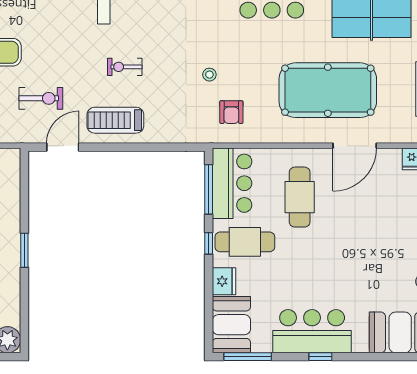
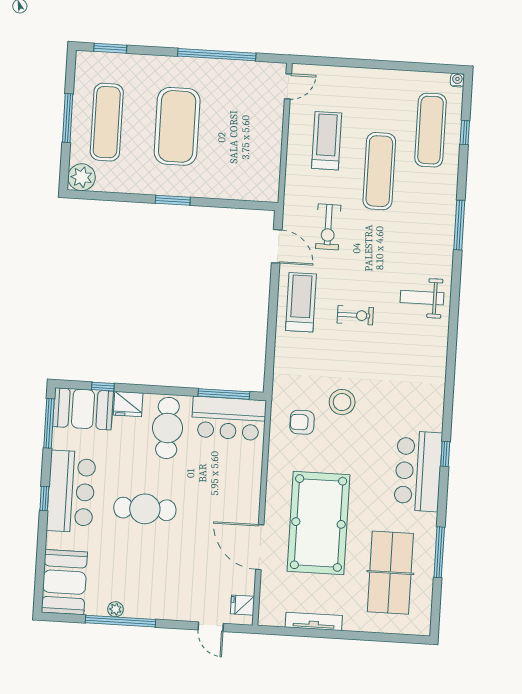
exercise bike: (125, 67) -> (355, 315), turned 90
stool: (209, 75) -> (342, 402), width x1.89, depth x1.89
cafe table: (300, 197) -> (145, 509), moved
window: (209, 243) -> (103, 387), moved

